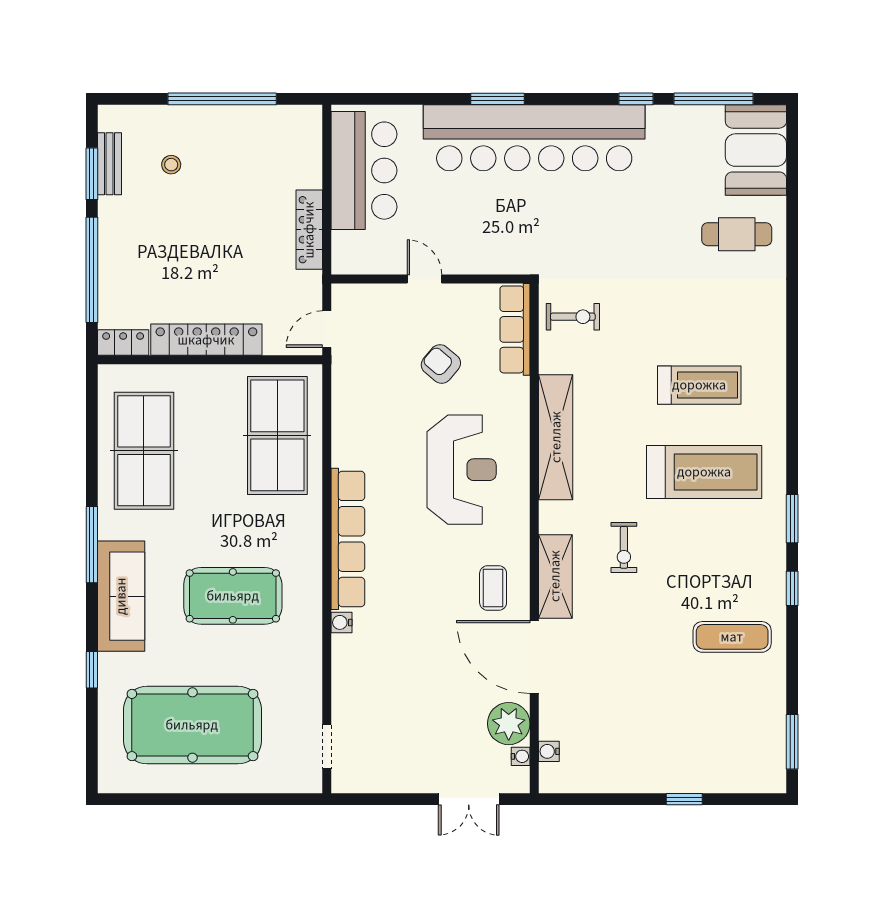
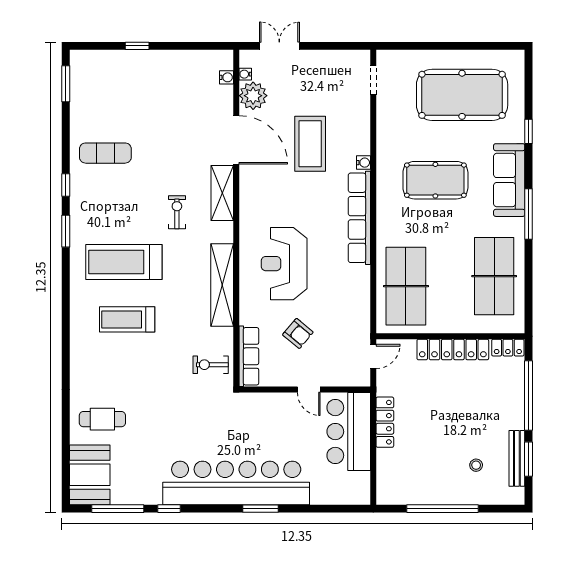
bench: (109, 164) -> (517, 458), width x1.36
bar counter: (364, 171) -> (349, 432), moved
coffee table: (493, 588) -> (310, 144), moved, width x1.86, depth x1.72

